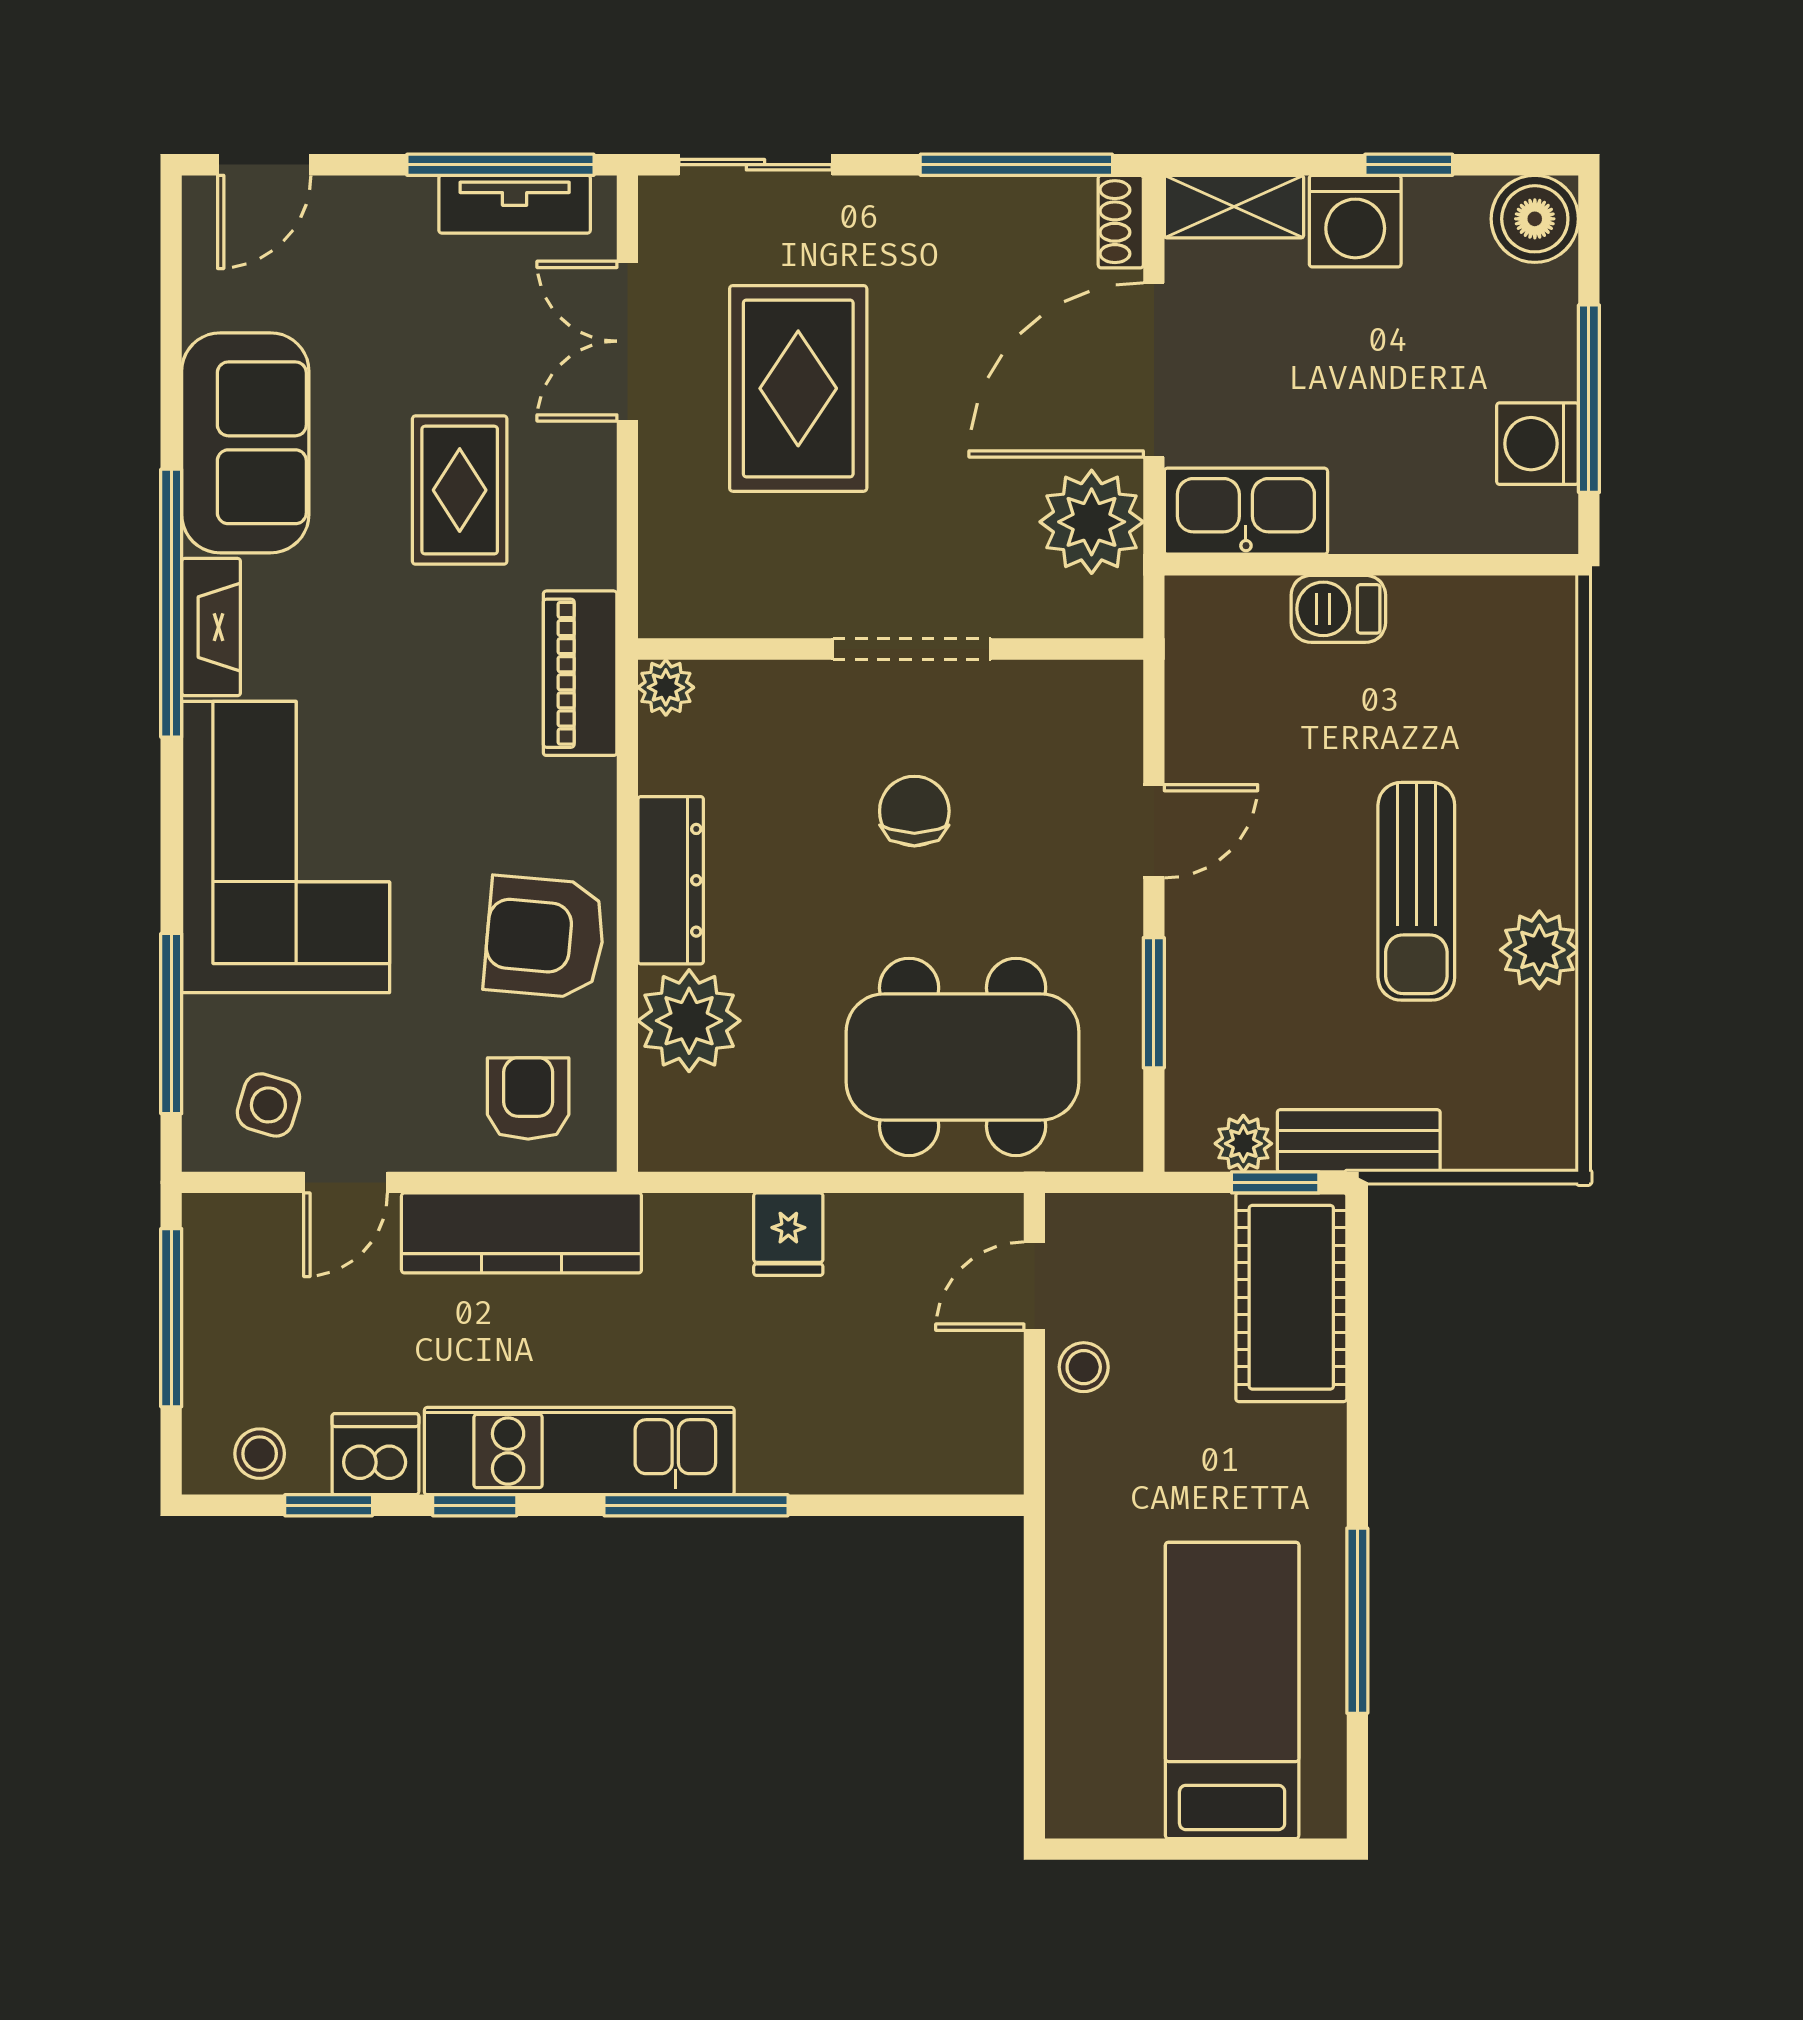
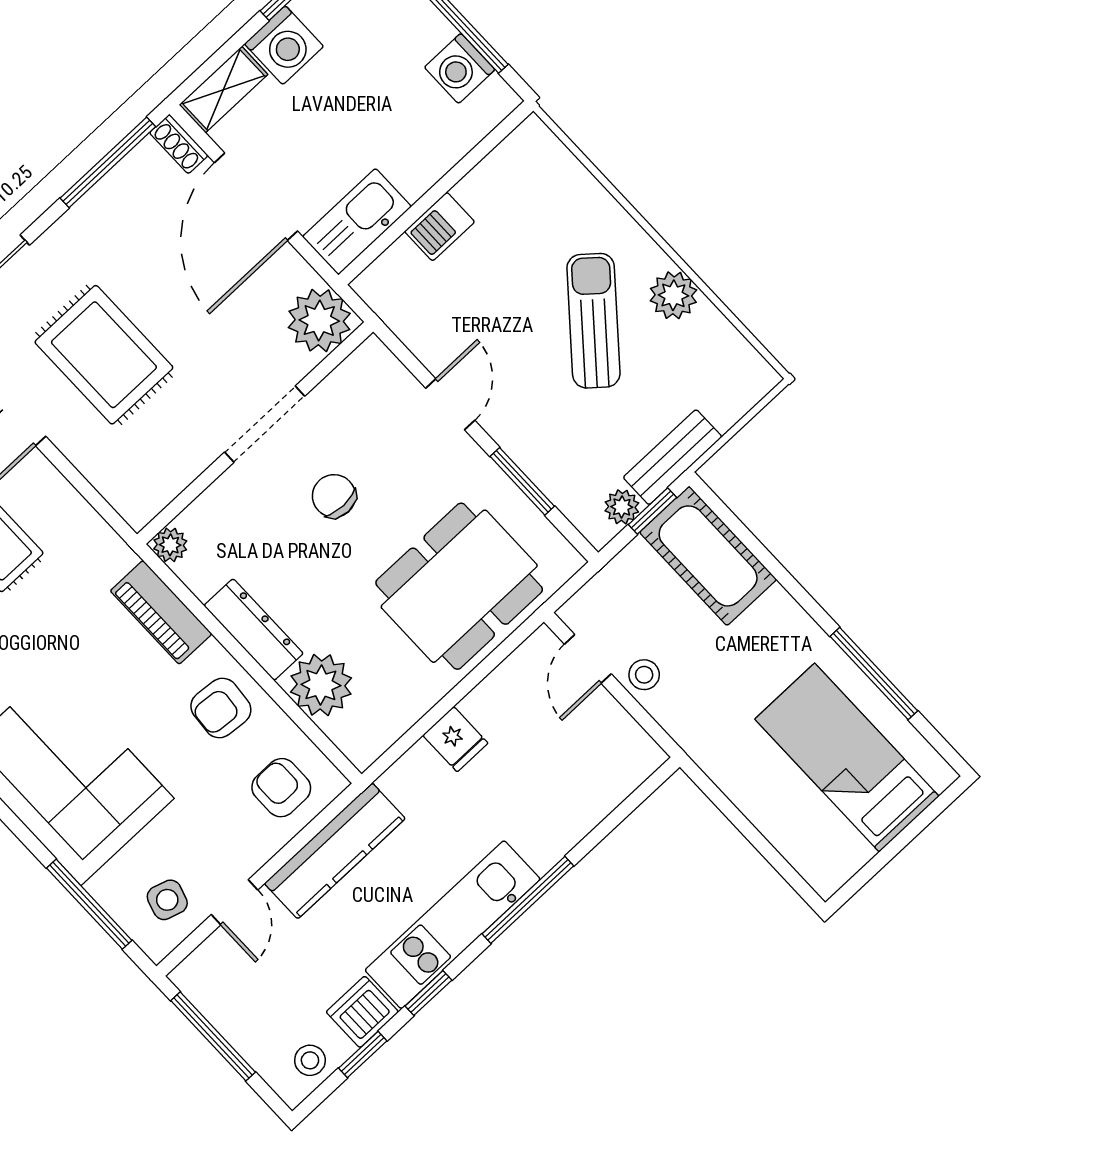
plant: (1092, 522) -> (319, 320), moved
piano: (580, 673) -> (161, 612), moved
sun lounger: (1416, 891) -> (593, 321), turned -140
armchair: (545, 937) -> (221, 708), width x0.72, depth x0.72

